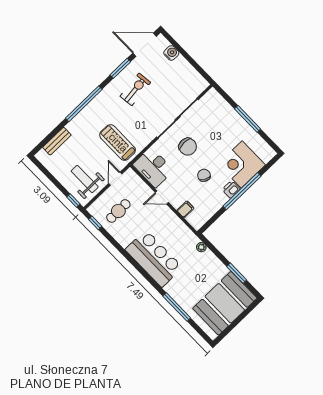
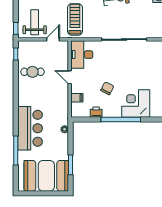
chair: (188, 147) -> (114, 62), removed
printer: (231, 189) -> (96, 112), moved
cafe table: (118, 211) -> (32, 72), moved
bar counter: (154, 258) -> (30, 128), moved

